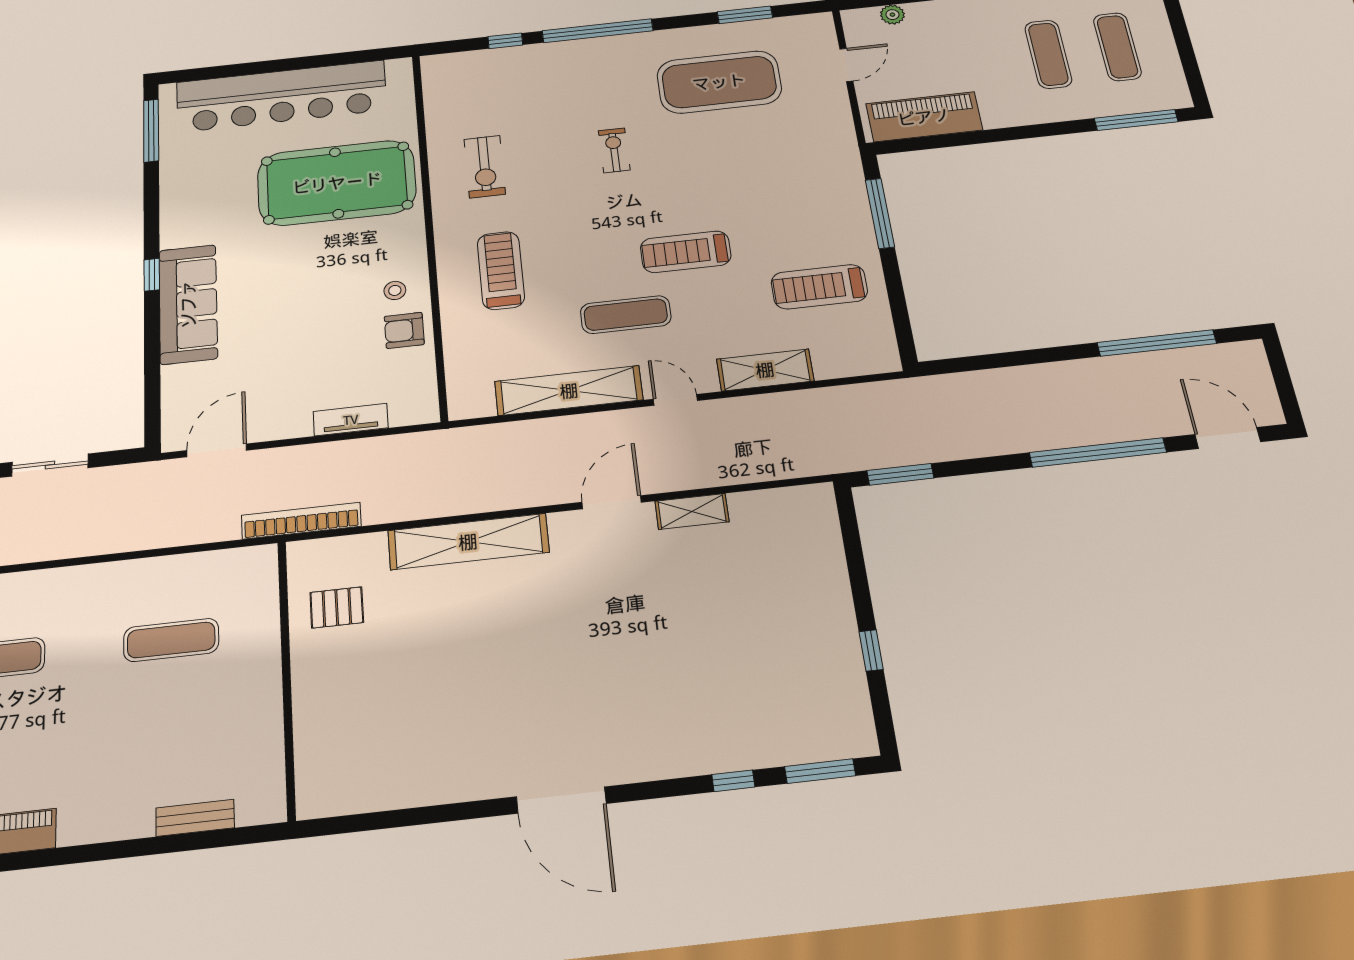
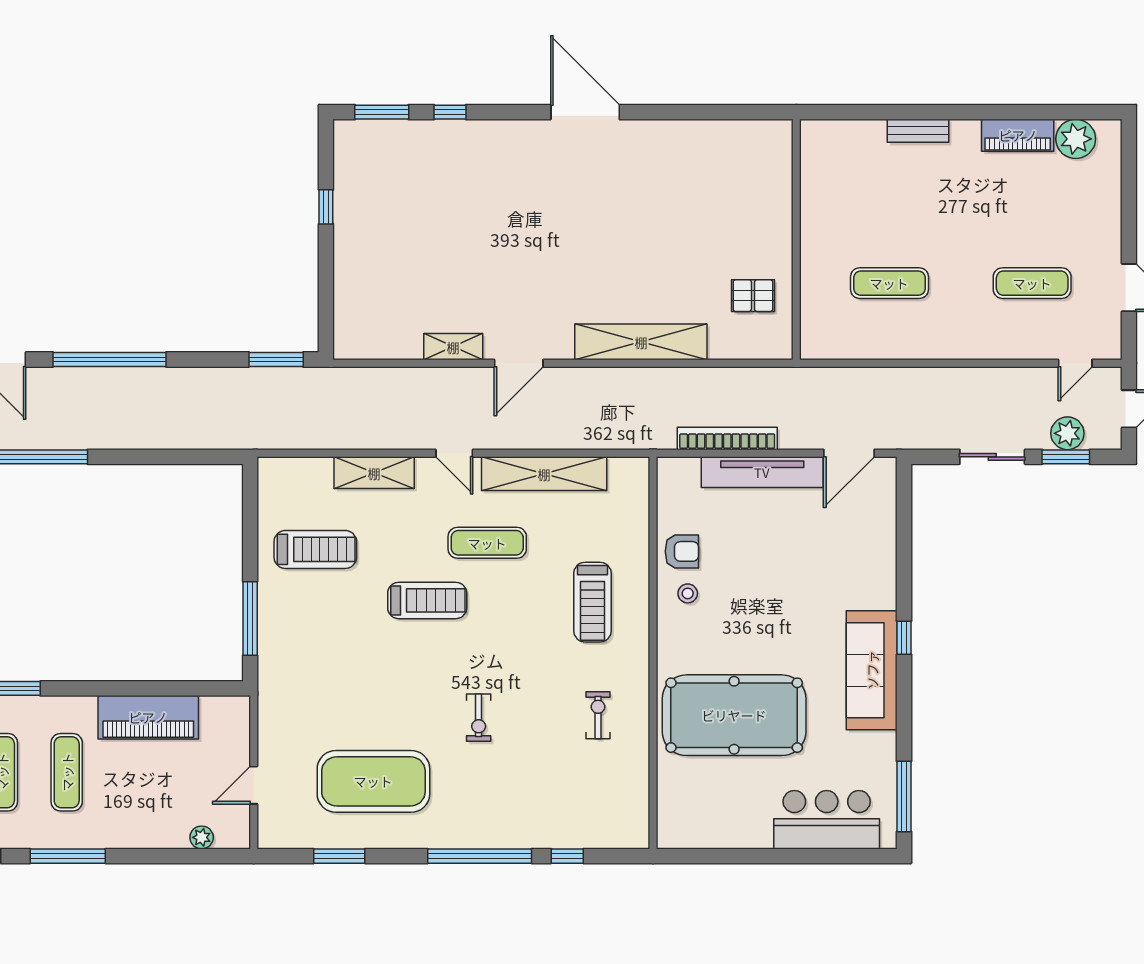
bar counter: (281, 96) -> (827, 820), width x0.54
piano: (924, 117) -> (148, 717), moved
exercise bike: (485, 167) -> (598, 715), width x0.73, depth x0.72
sofa: (188, 304) -> (872, 670), moved
tv unit: (351, 420) -> (762, 472), width x1.92, depth x1.29
bookcase: (301, 521) -> (727, 438), moved, turned 180
bench: (195, 818) -> (918, 131), moved

